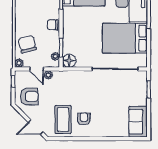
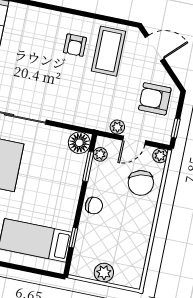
door: (37, 69) -> (134, 140), swing flipped

